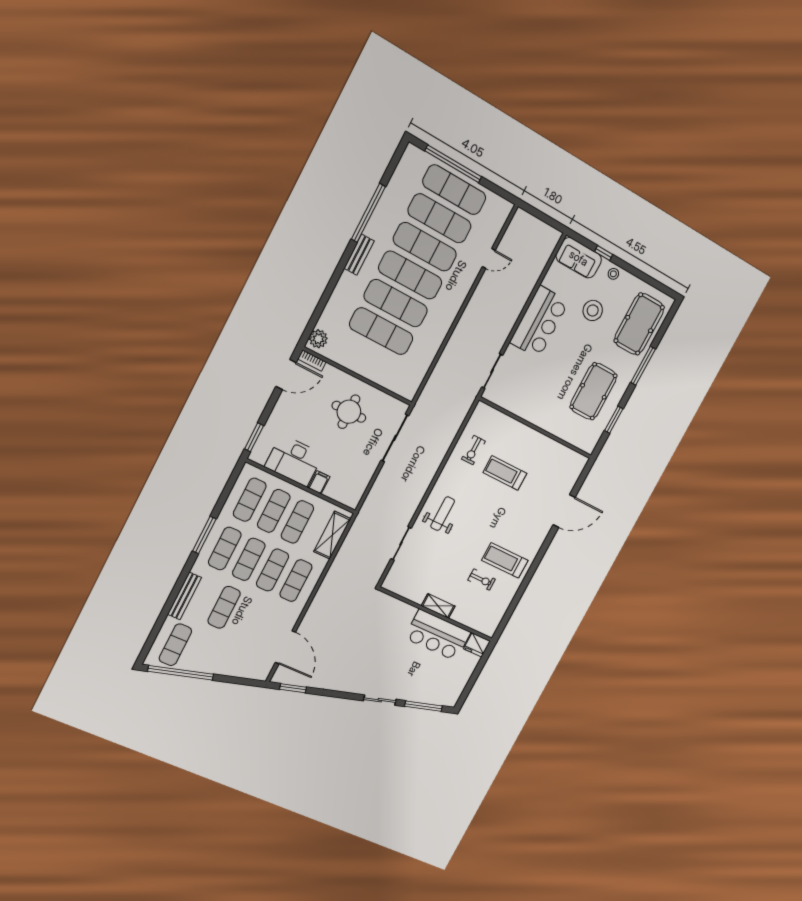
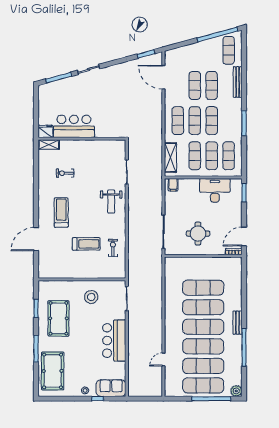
stool: (593, 310) -> (91, 297), moved
plant: (318, 339) -> (236, 391), moved
filing cabinet: (319, 482) -> (173, 185), moved
exercise mat: (225, 548) -> (195, 85), moved
treadmill: (505, 560) -> (61, 213), moved, turned -90
shelving: (438, 606) -> (49, 145), moved

